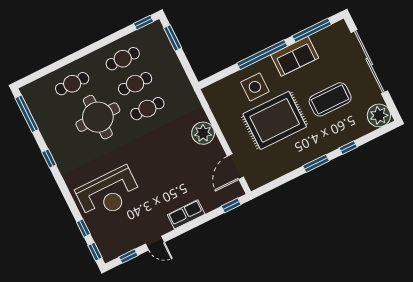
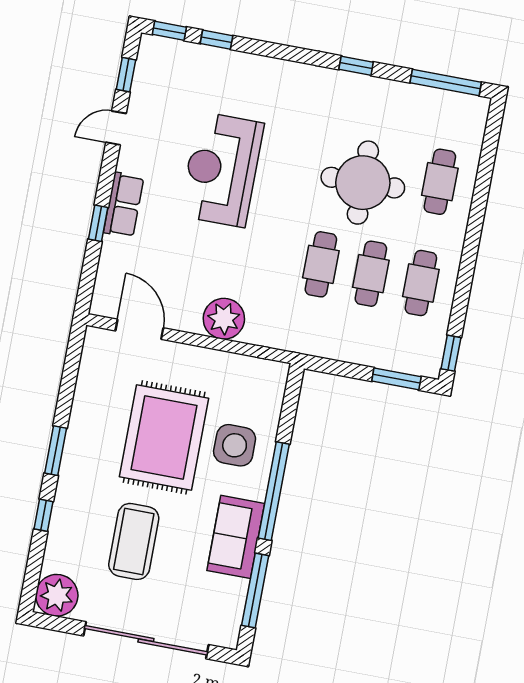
reception desk: (108, 193) -> (222, 169), moved
window: (231, 205) -> (98, 223), moved

